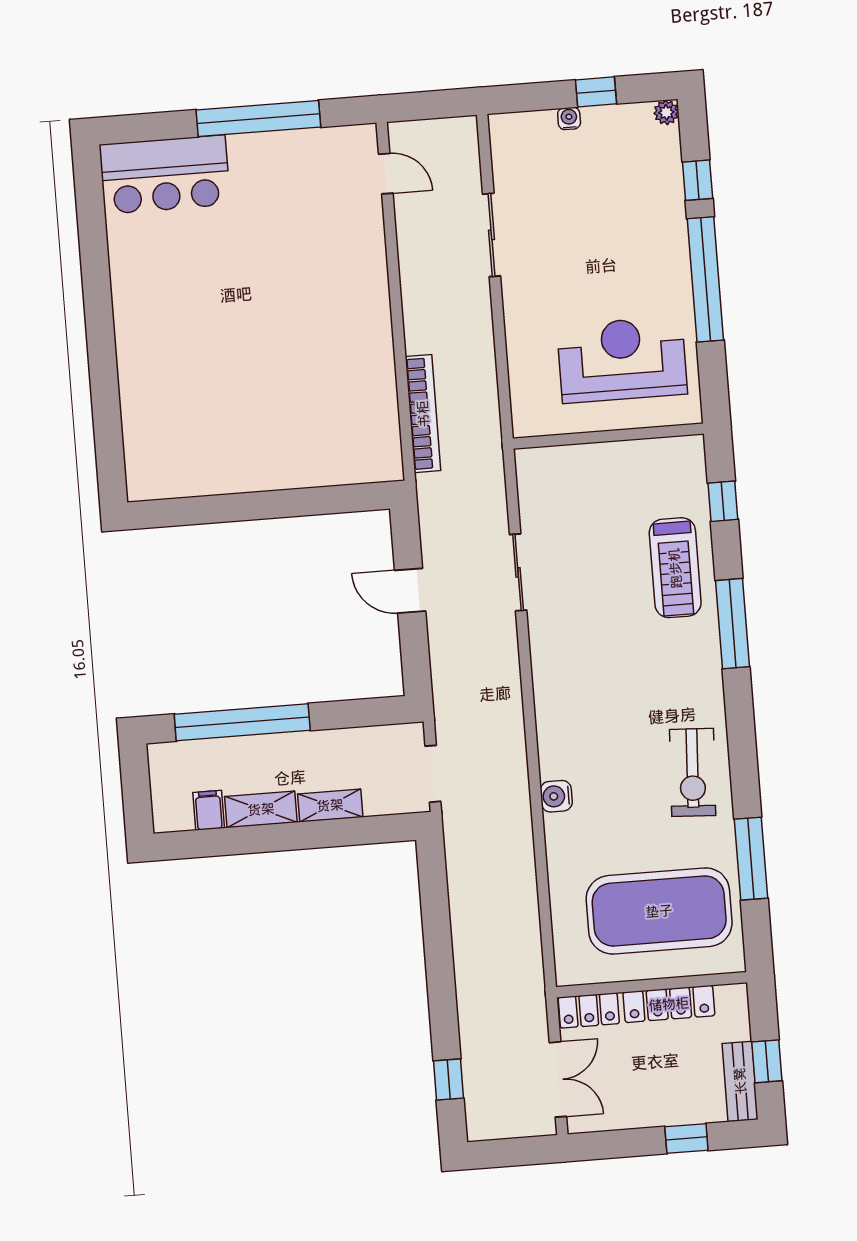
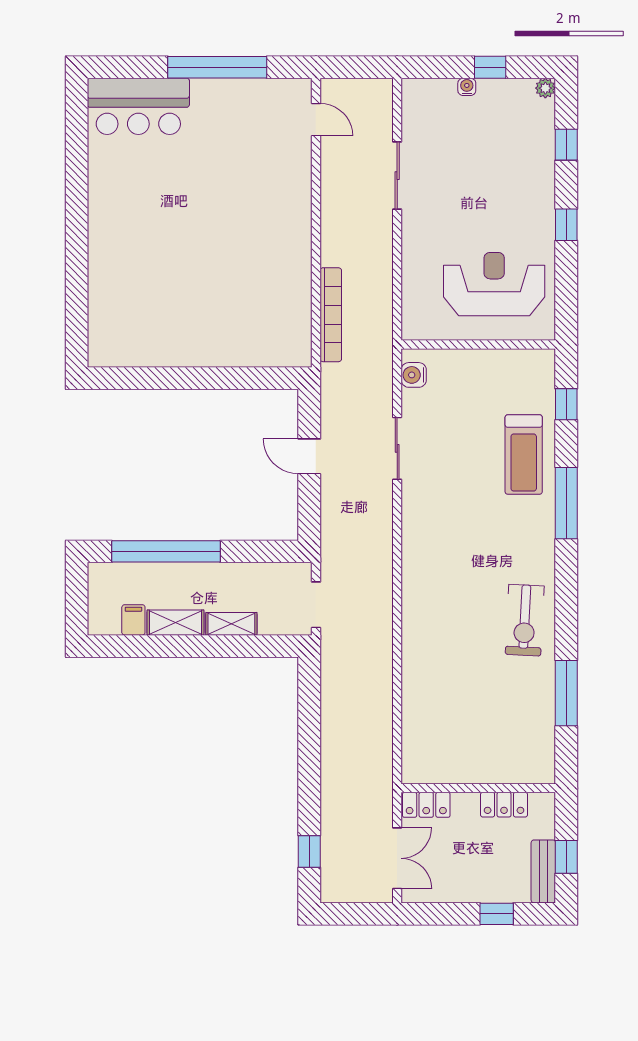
window: (705, 279) -> (566, 225), width x0.32
water cooler: (556, 796) -> (414, 375), moved
exercise mat: (659, 911) -> (489, 729), removed
locker: (669, 1004) -> (504, 805), width x0.66

